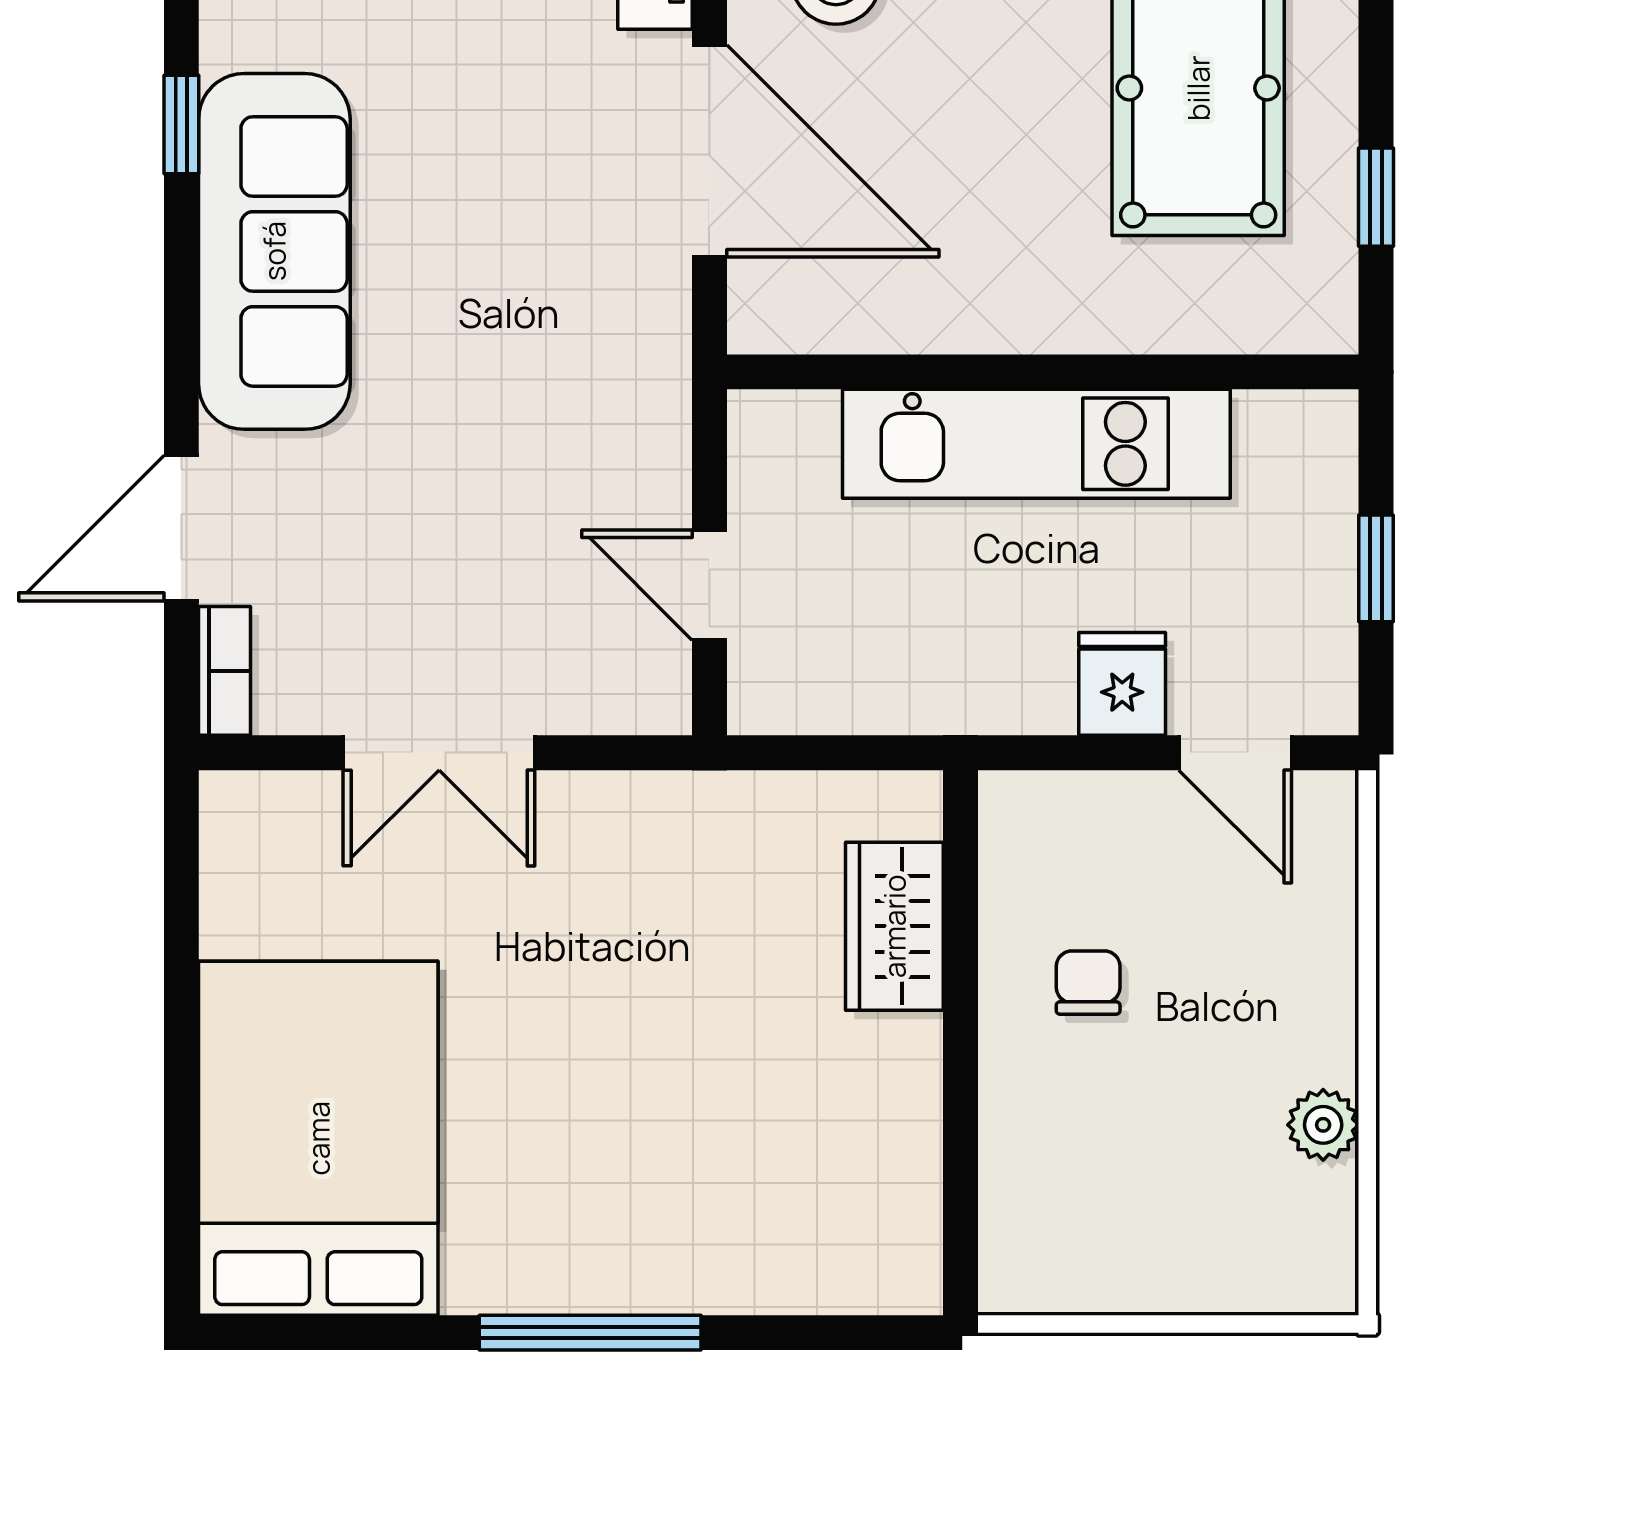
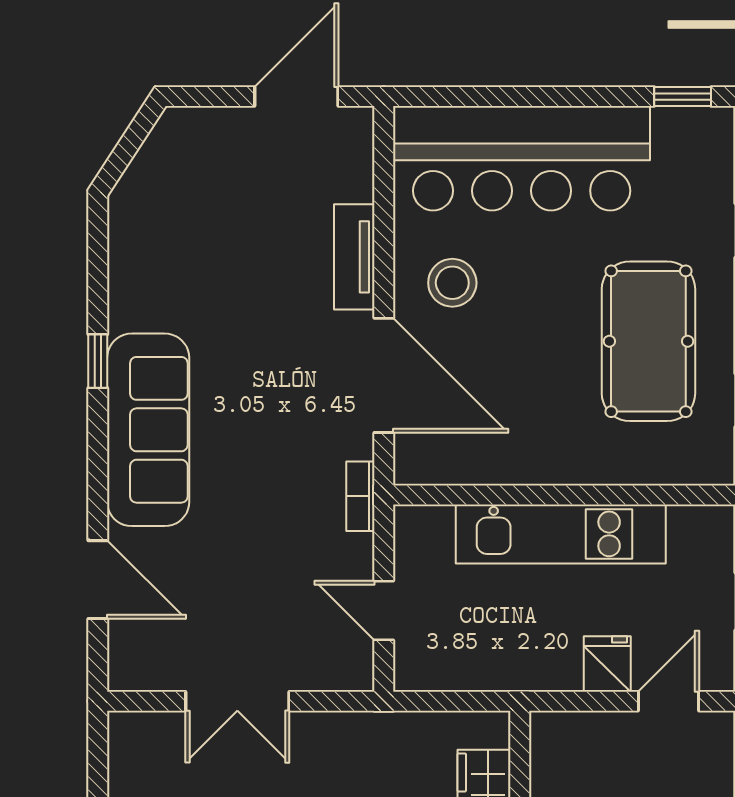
door: (181, 528) -> (98, 580), swing flipped
bookcase: (225, 671) -> (360, 496), moved, turned 180
door: (1235, 753) -> (668, 701), swing flipped

